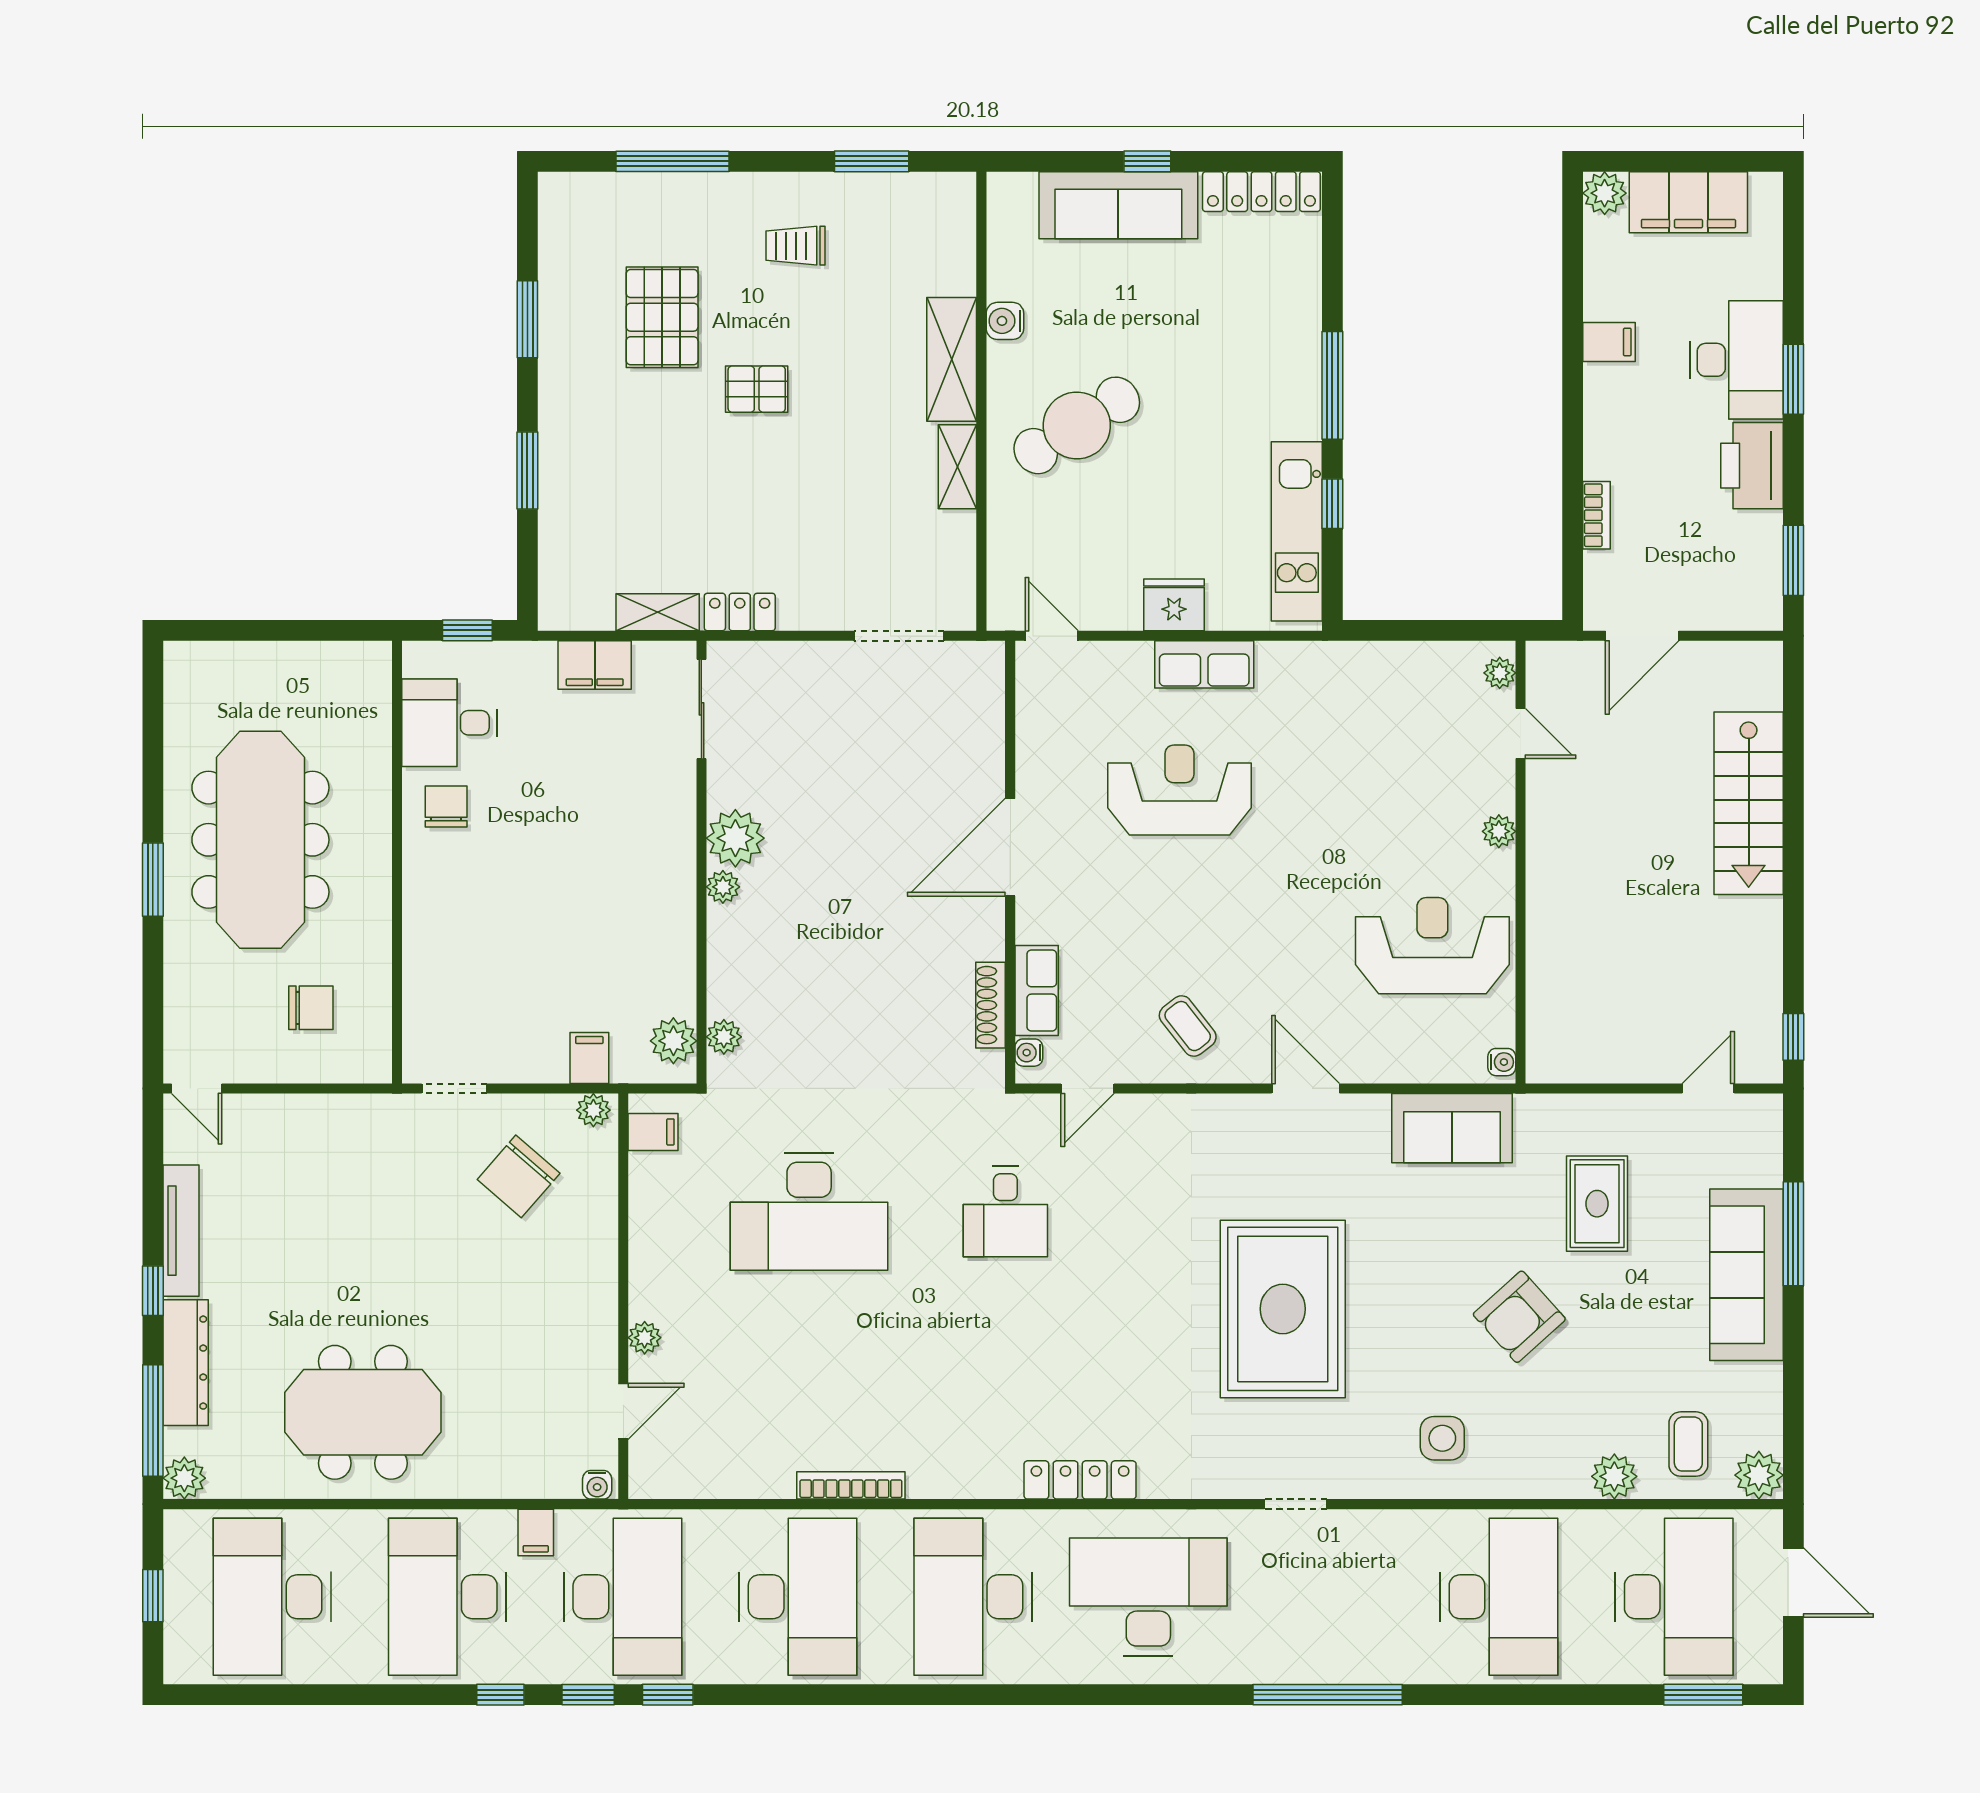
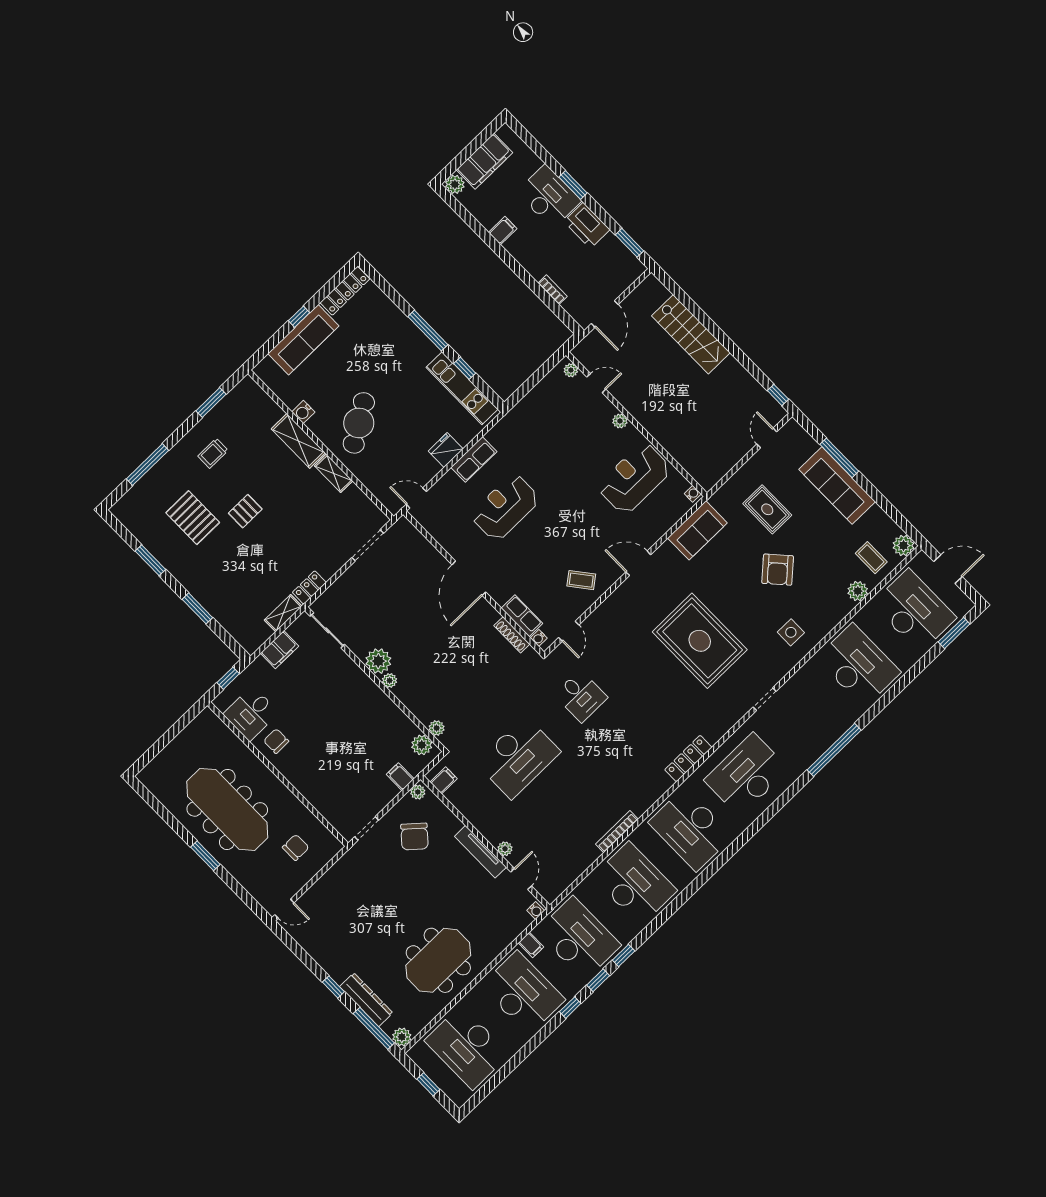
tv unit: (181, 1231) -> (480, 852), moved, turned 180
desk: (447, 1597) -> (523, 993), turned 180

